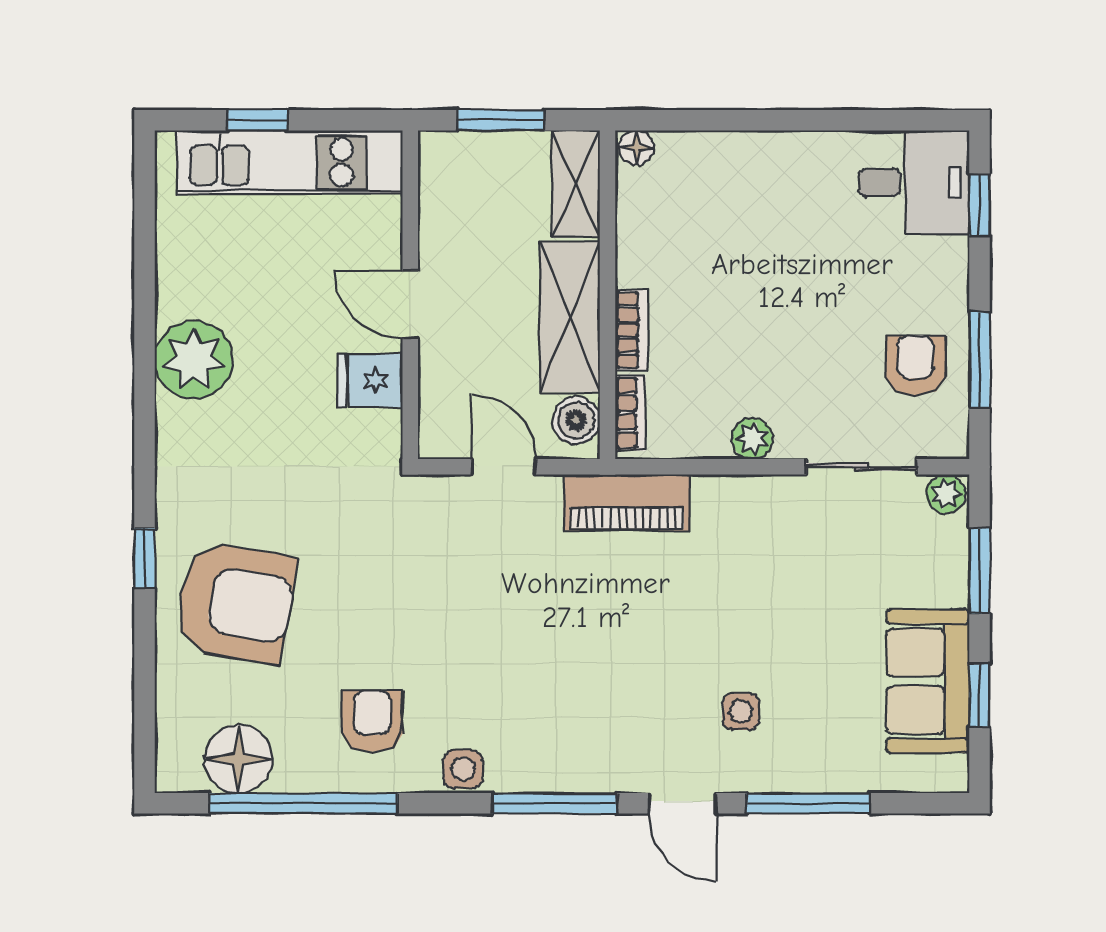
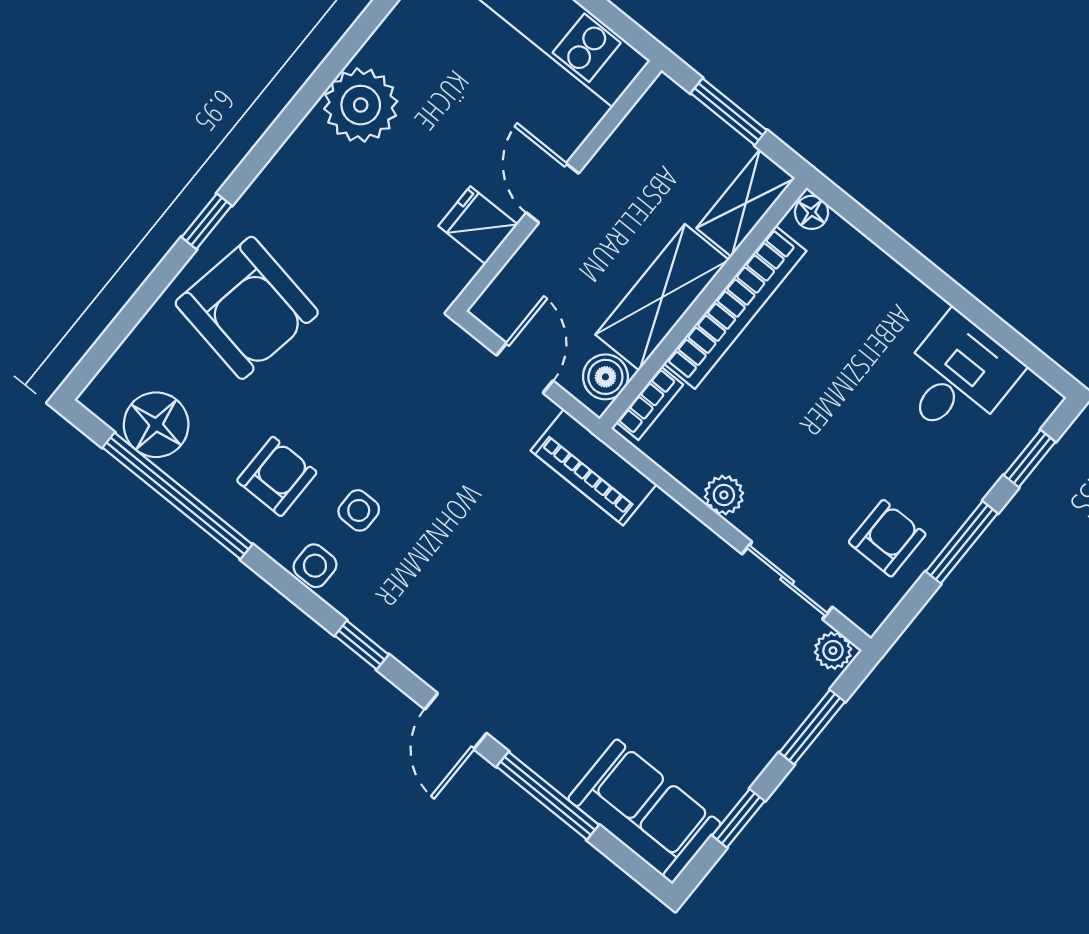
desk: (914, 182) -> (957, 377), moved, turned -90
bookcase: (631, 330) -> (735, 307), width x2.31, depth x1.31
window: (980, 360) -> (962, 542), moved
sofa: (928, 681) -> (644, 811), moved, turned 90
side table: (741, 711) -> (359, 510), moved
window: (554, 803) -> (362, 645), width x0.46

